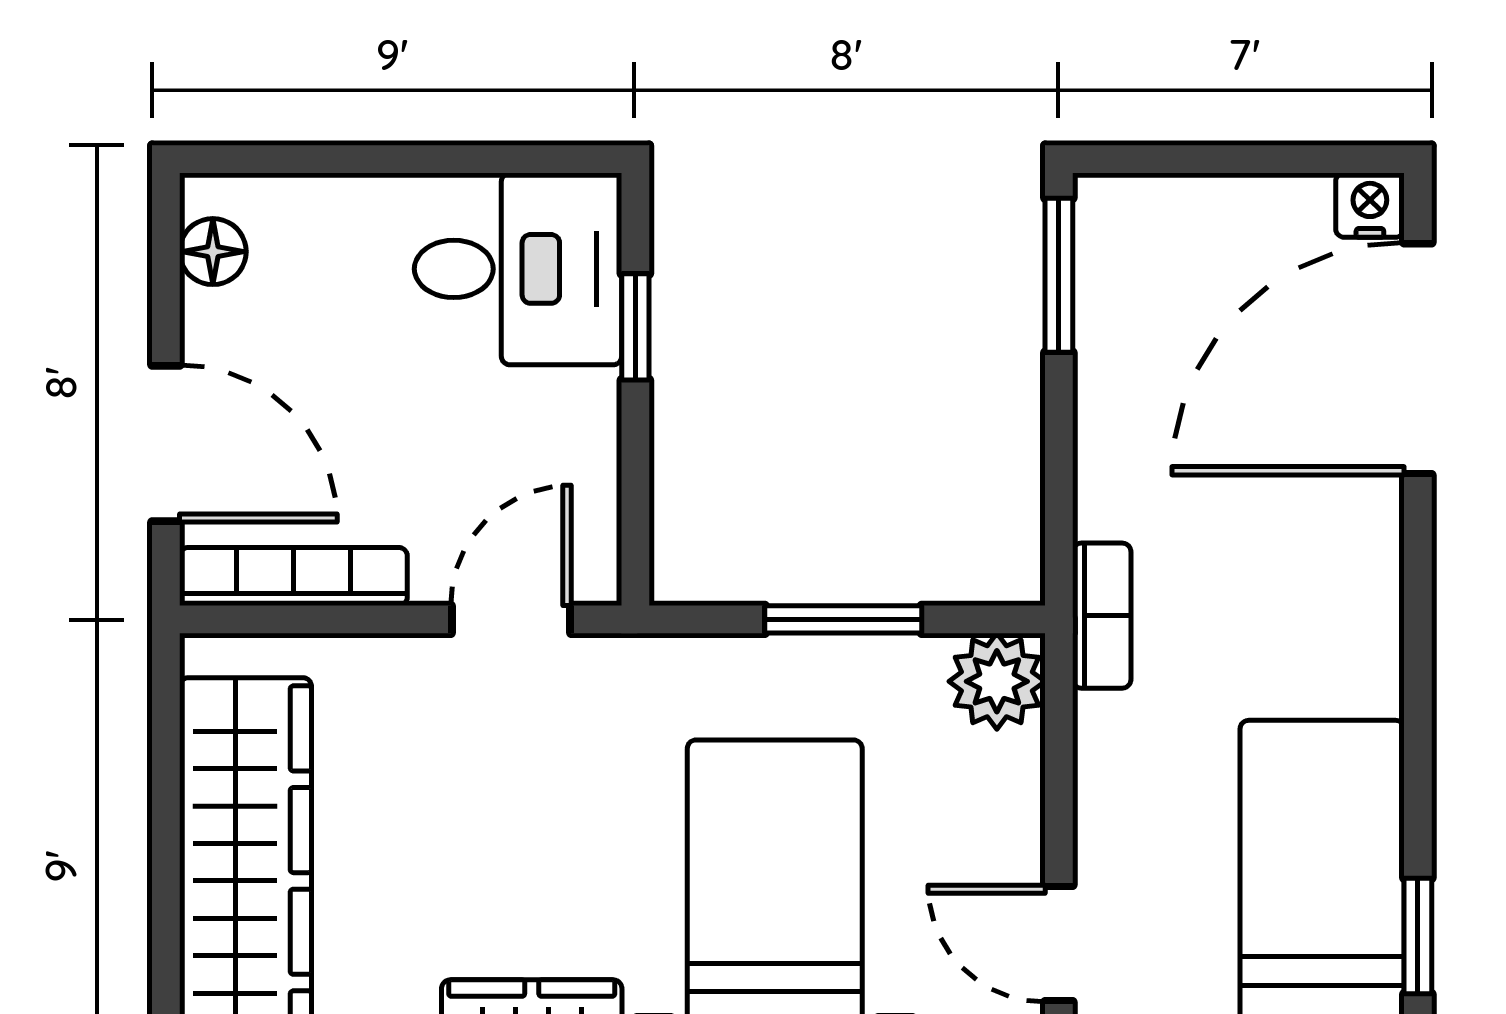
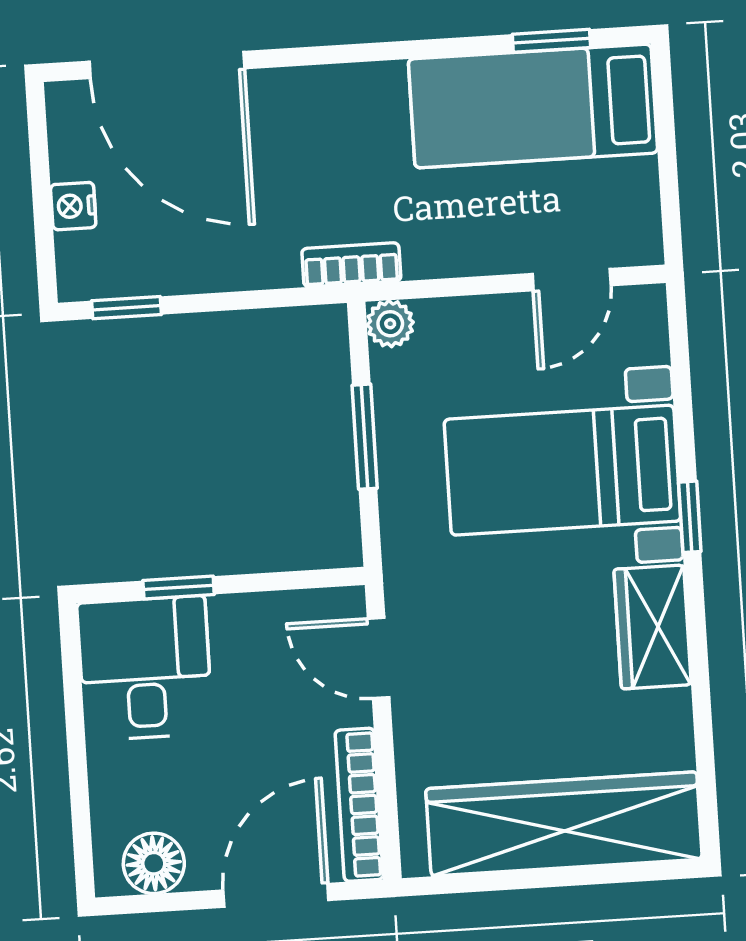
nightstand: (1370, 205) -> (73, 206), moved
floor lamp: (213, 252) -> (154, 863), width x1.37, depth x1.37
window: (1059, 275) -> (126, 308), width x0.67
plant: (997, 681) -> (390, 324), width x0.73, depth x0.73

